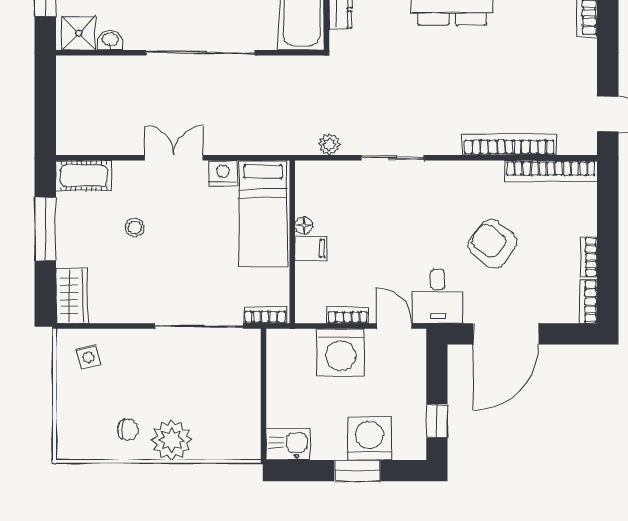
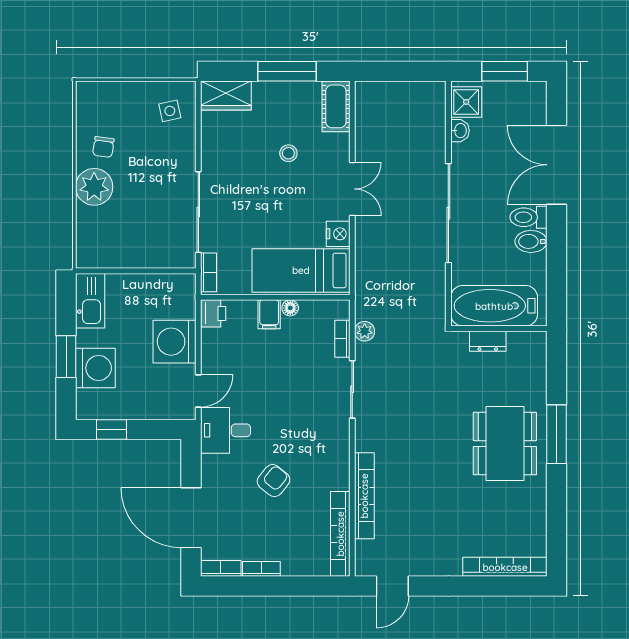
armchair: (493, 244) -> (273, 481), width x0.72, depth x0.72
printer: (310, 310) -> (213, 313), added
bookcase: (348, 315) -> (342, 339), moved, turned 180
door: (506, 334) -> (191, 518), moved
kitchen sink: (288, 444) -> (90, 301), width x1.38

